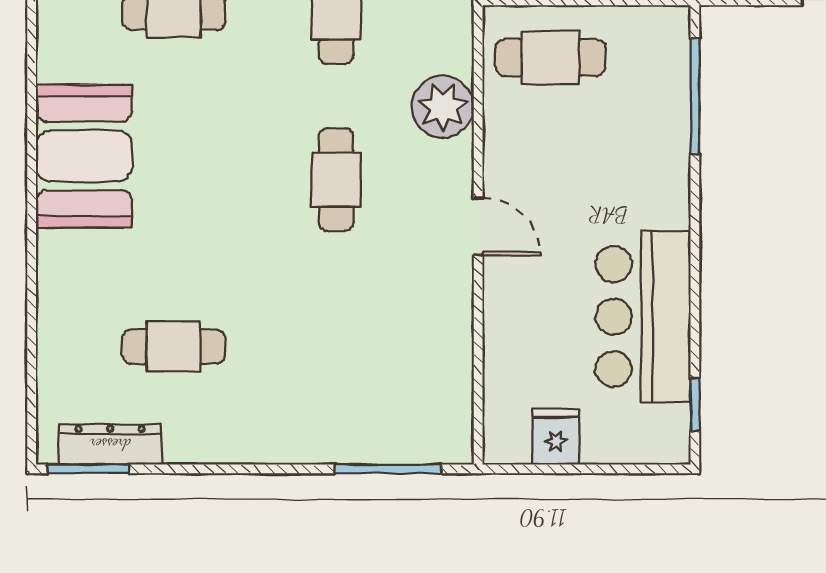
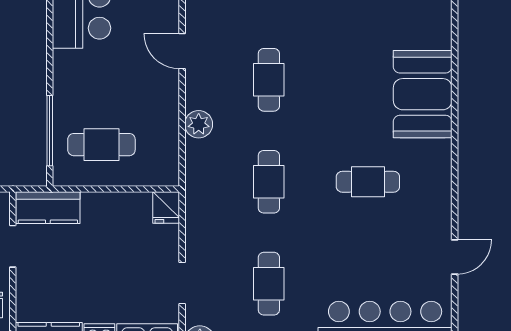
cafe table: (550, 58) -> (101, 145), moved
plant: (443, 107) -> (199, 124), width x0.73, depth x0.73

